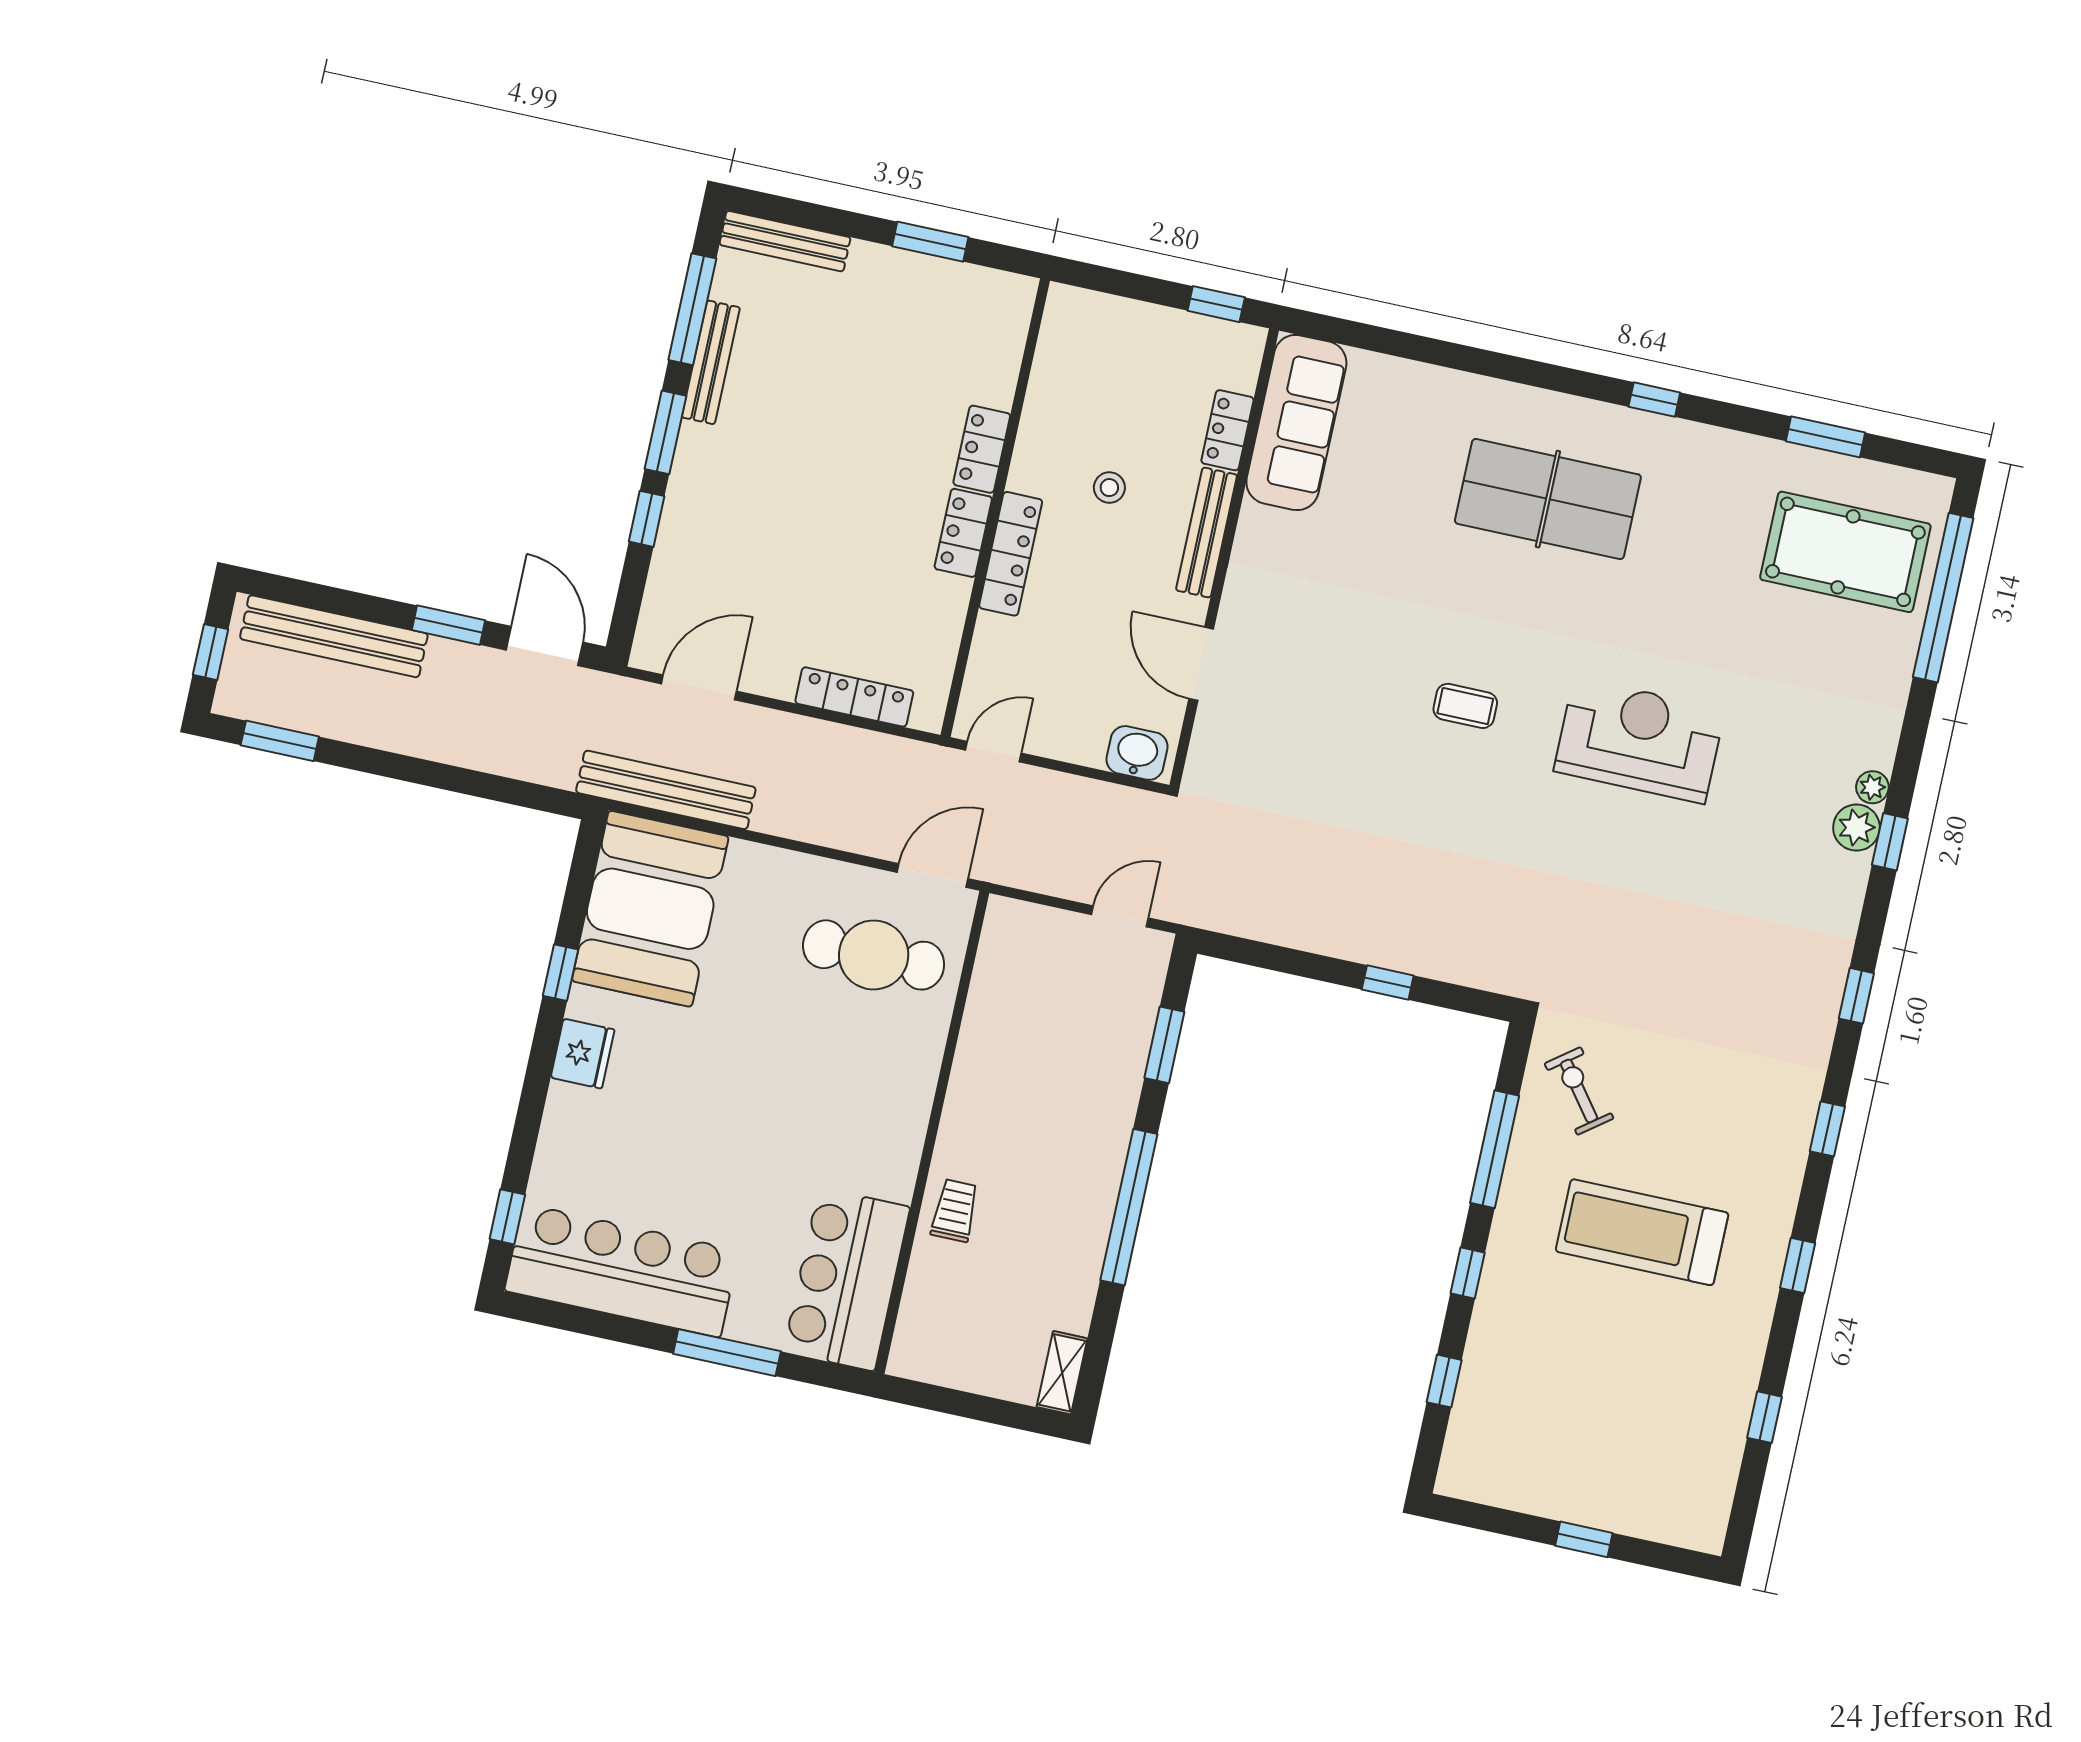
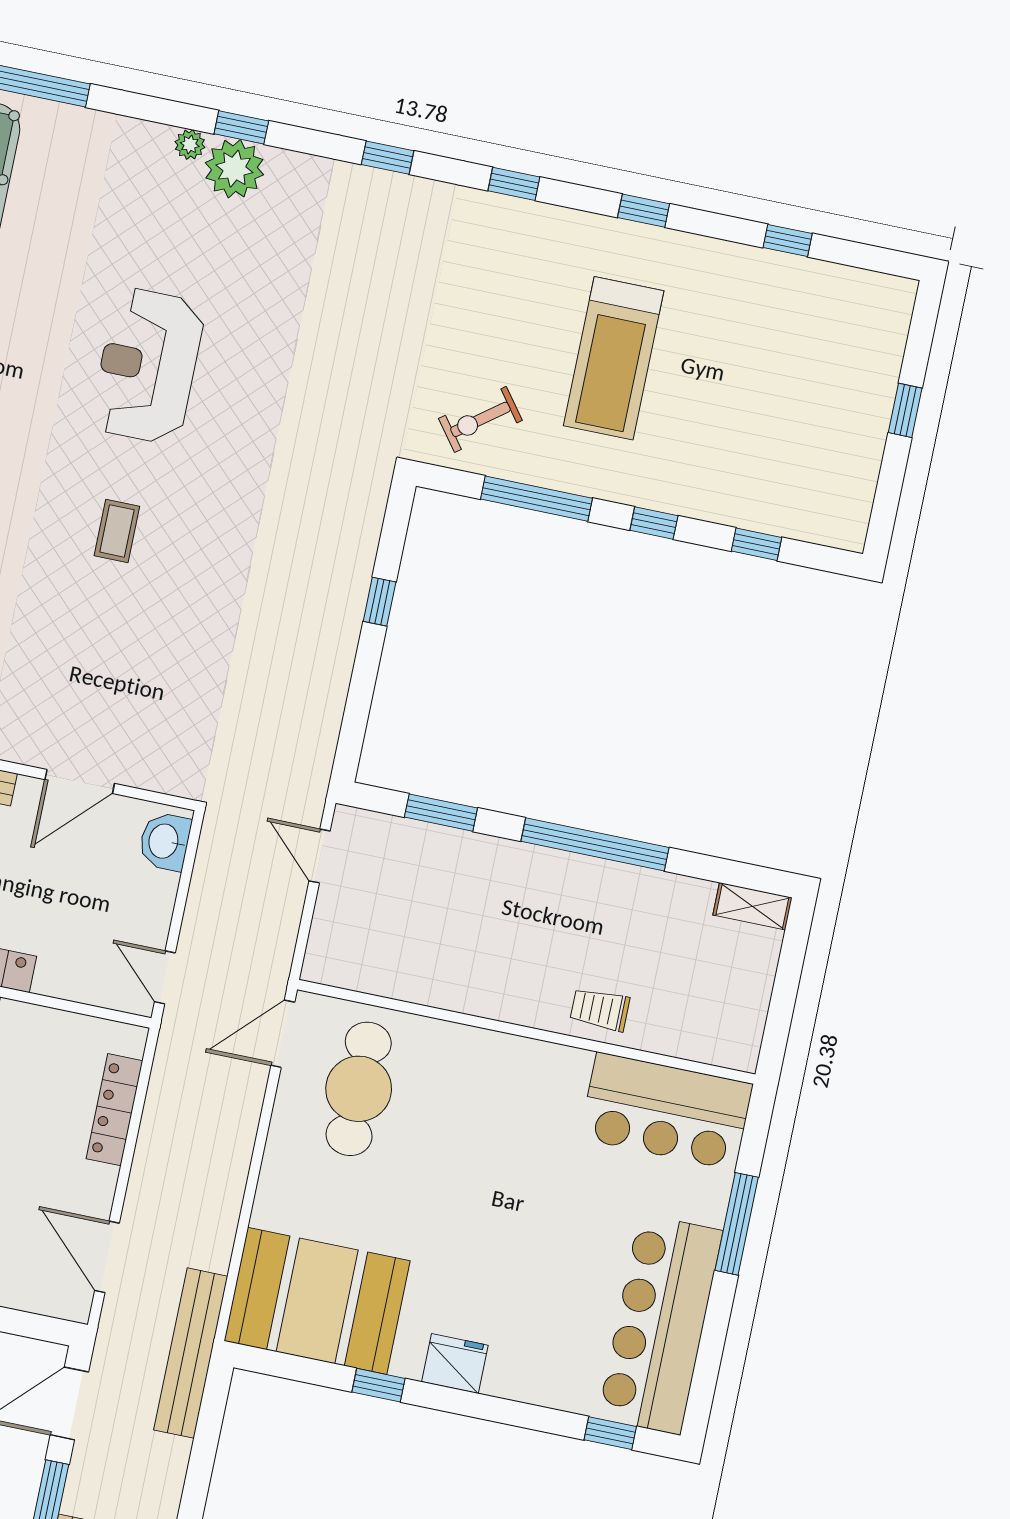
bench: (666, 790) -> (191, 1353), moved
plant: (1856, 828) -> (234, 169), width x1.36, depth x1.36
door: (933, 875) -> (283, 1034), hinge flipped

